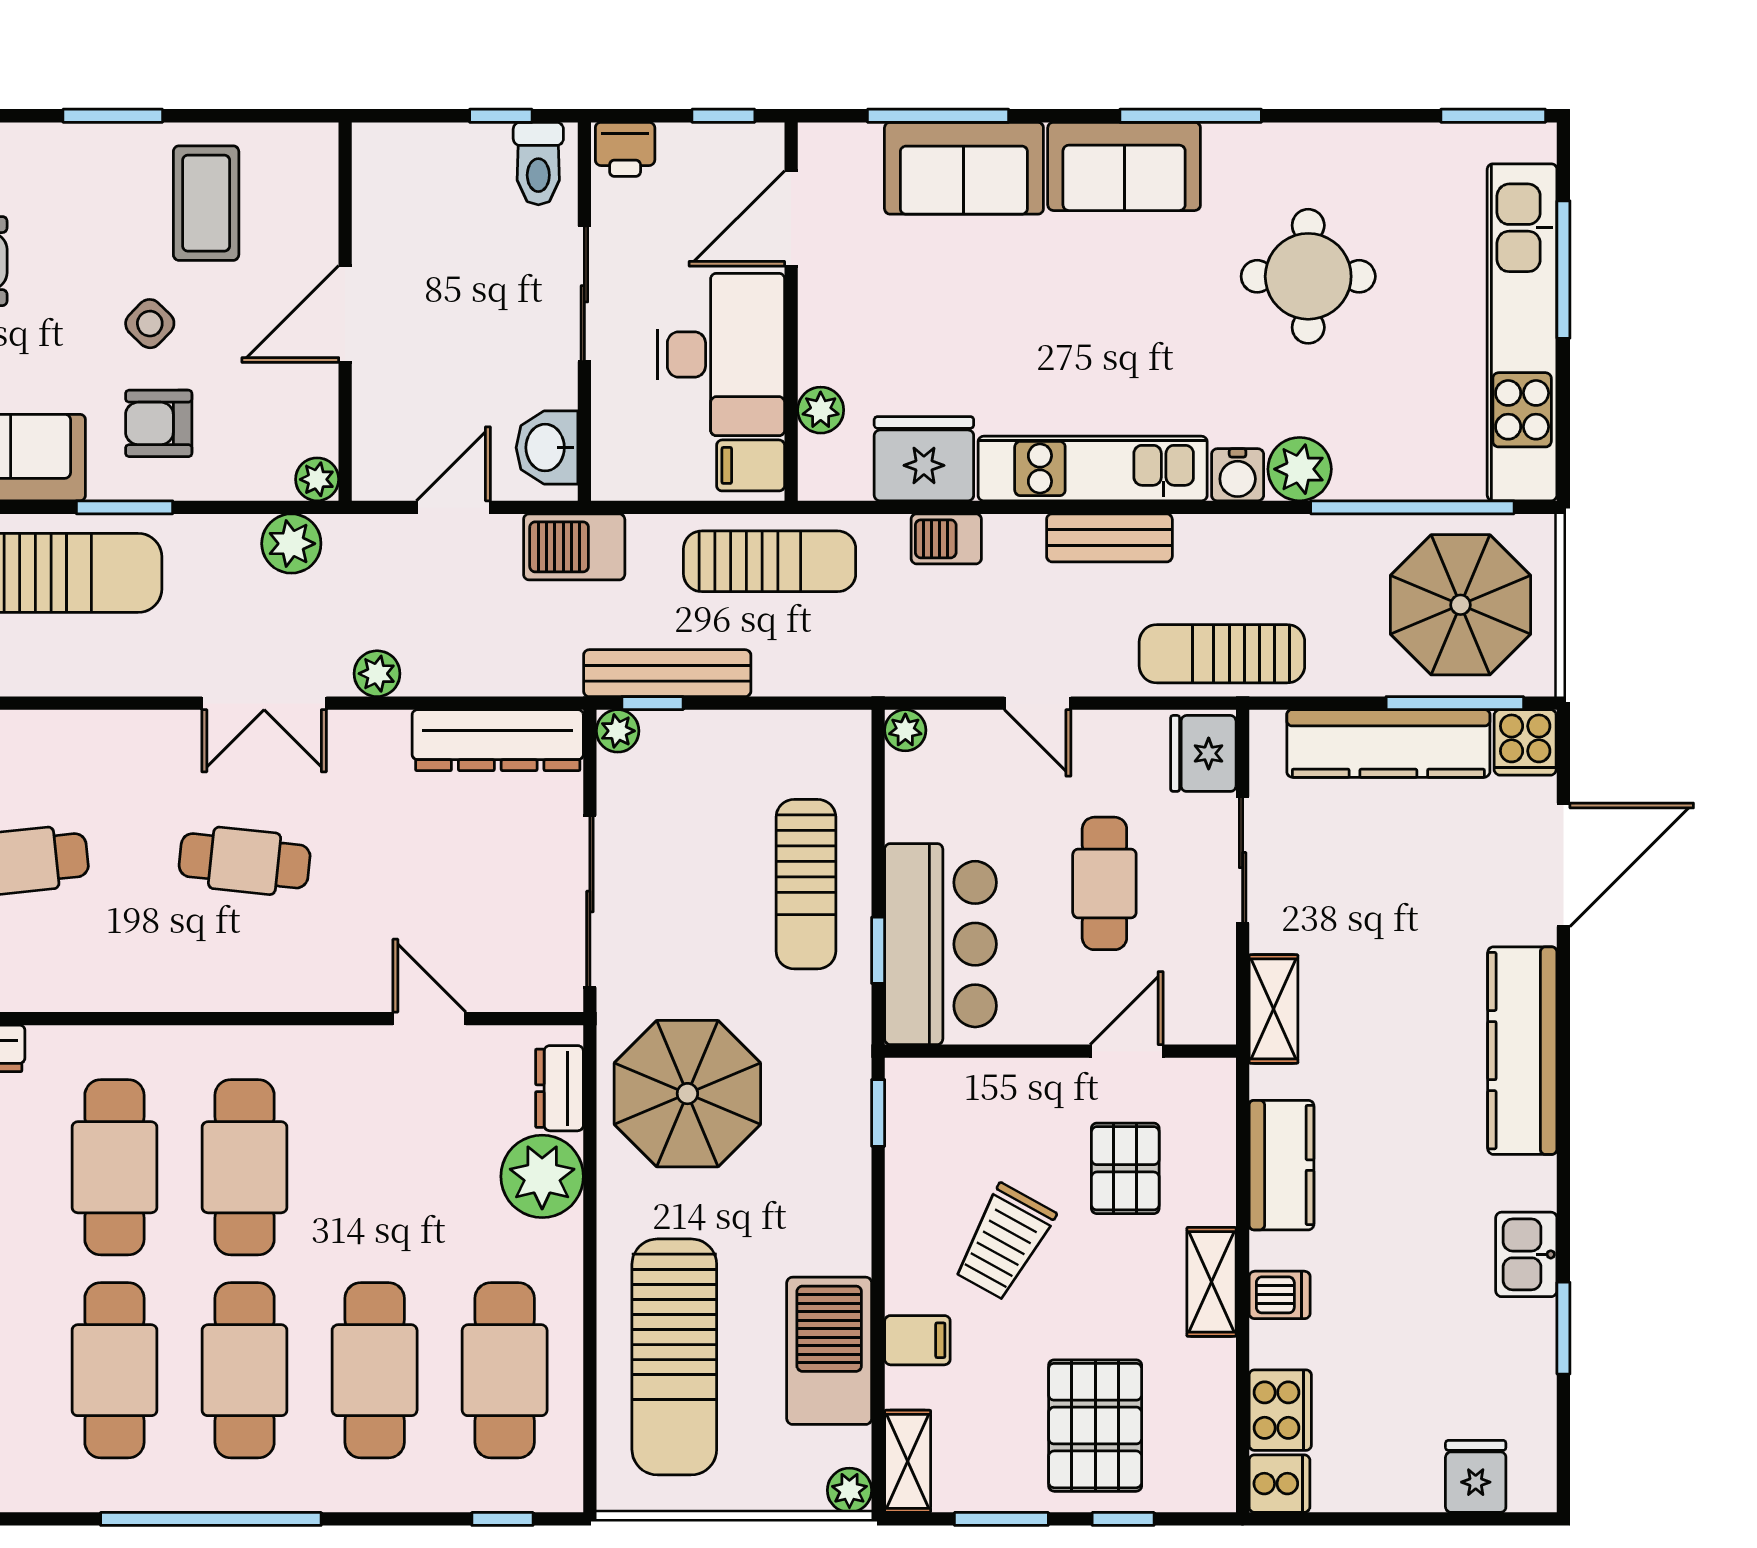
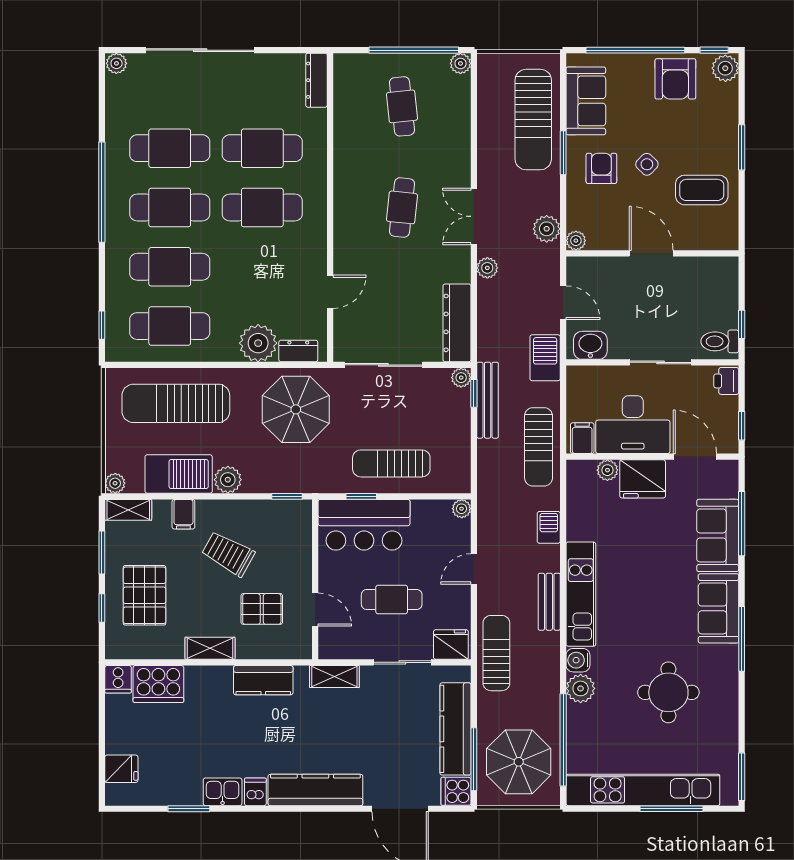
fridge: (924, 459) -> (643, 479), moved, turned 90
plant: (842, 1243) -> (228, 480), added
dishwasher: (1280, 1295) -> (255, 792), moved, turned 180
cooker: (1280, 1410) -> (158, 684), width x1.37, depth x1.31
pallet: (1095, 1426) -> (145, 595), turned 90

